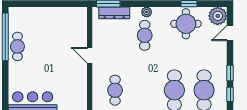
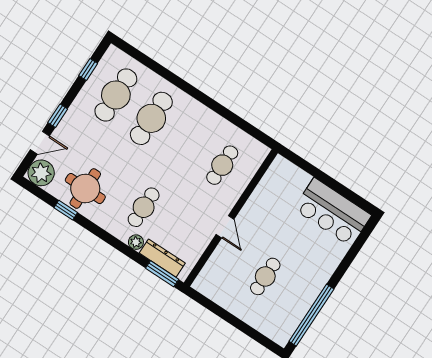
plant: (147, 12) -> (136, 242), moved
cafe table: (17, 46) -> (265, 276), moved
window: (230, 73) -> (58, 116), moved

